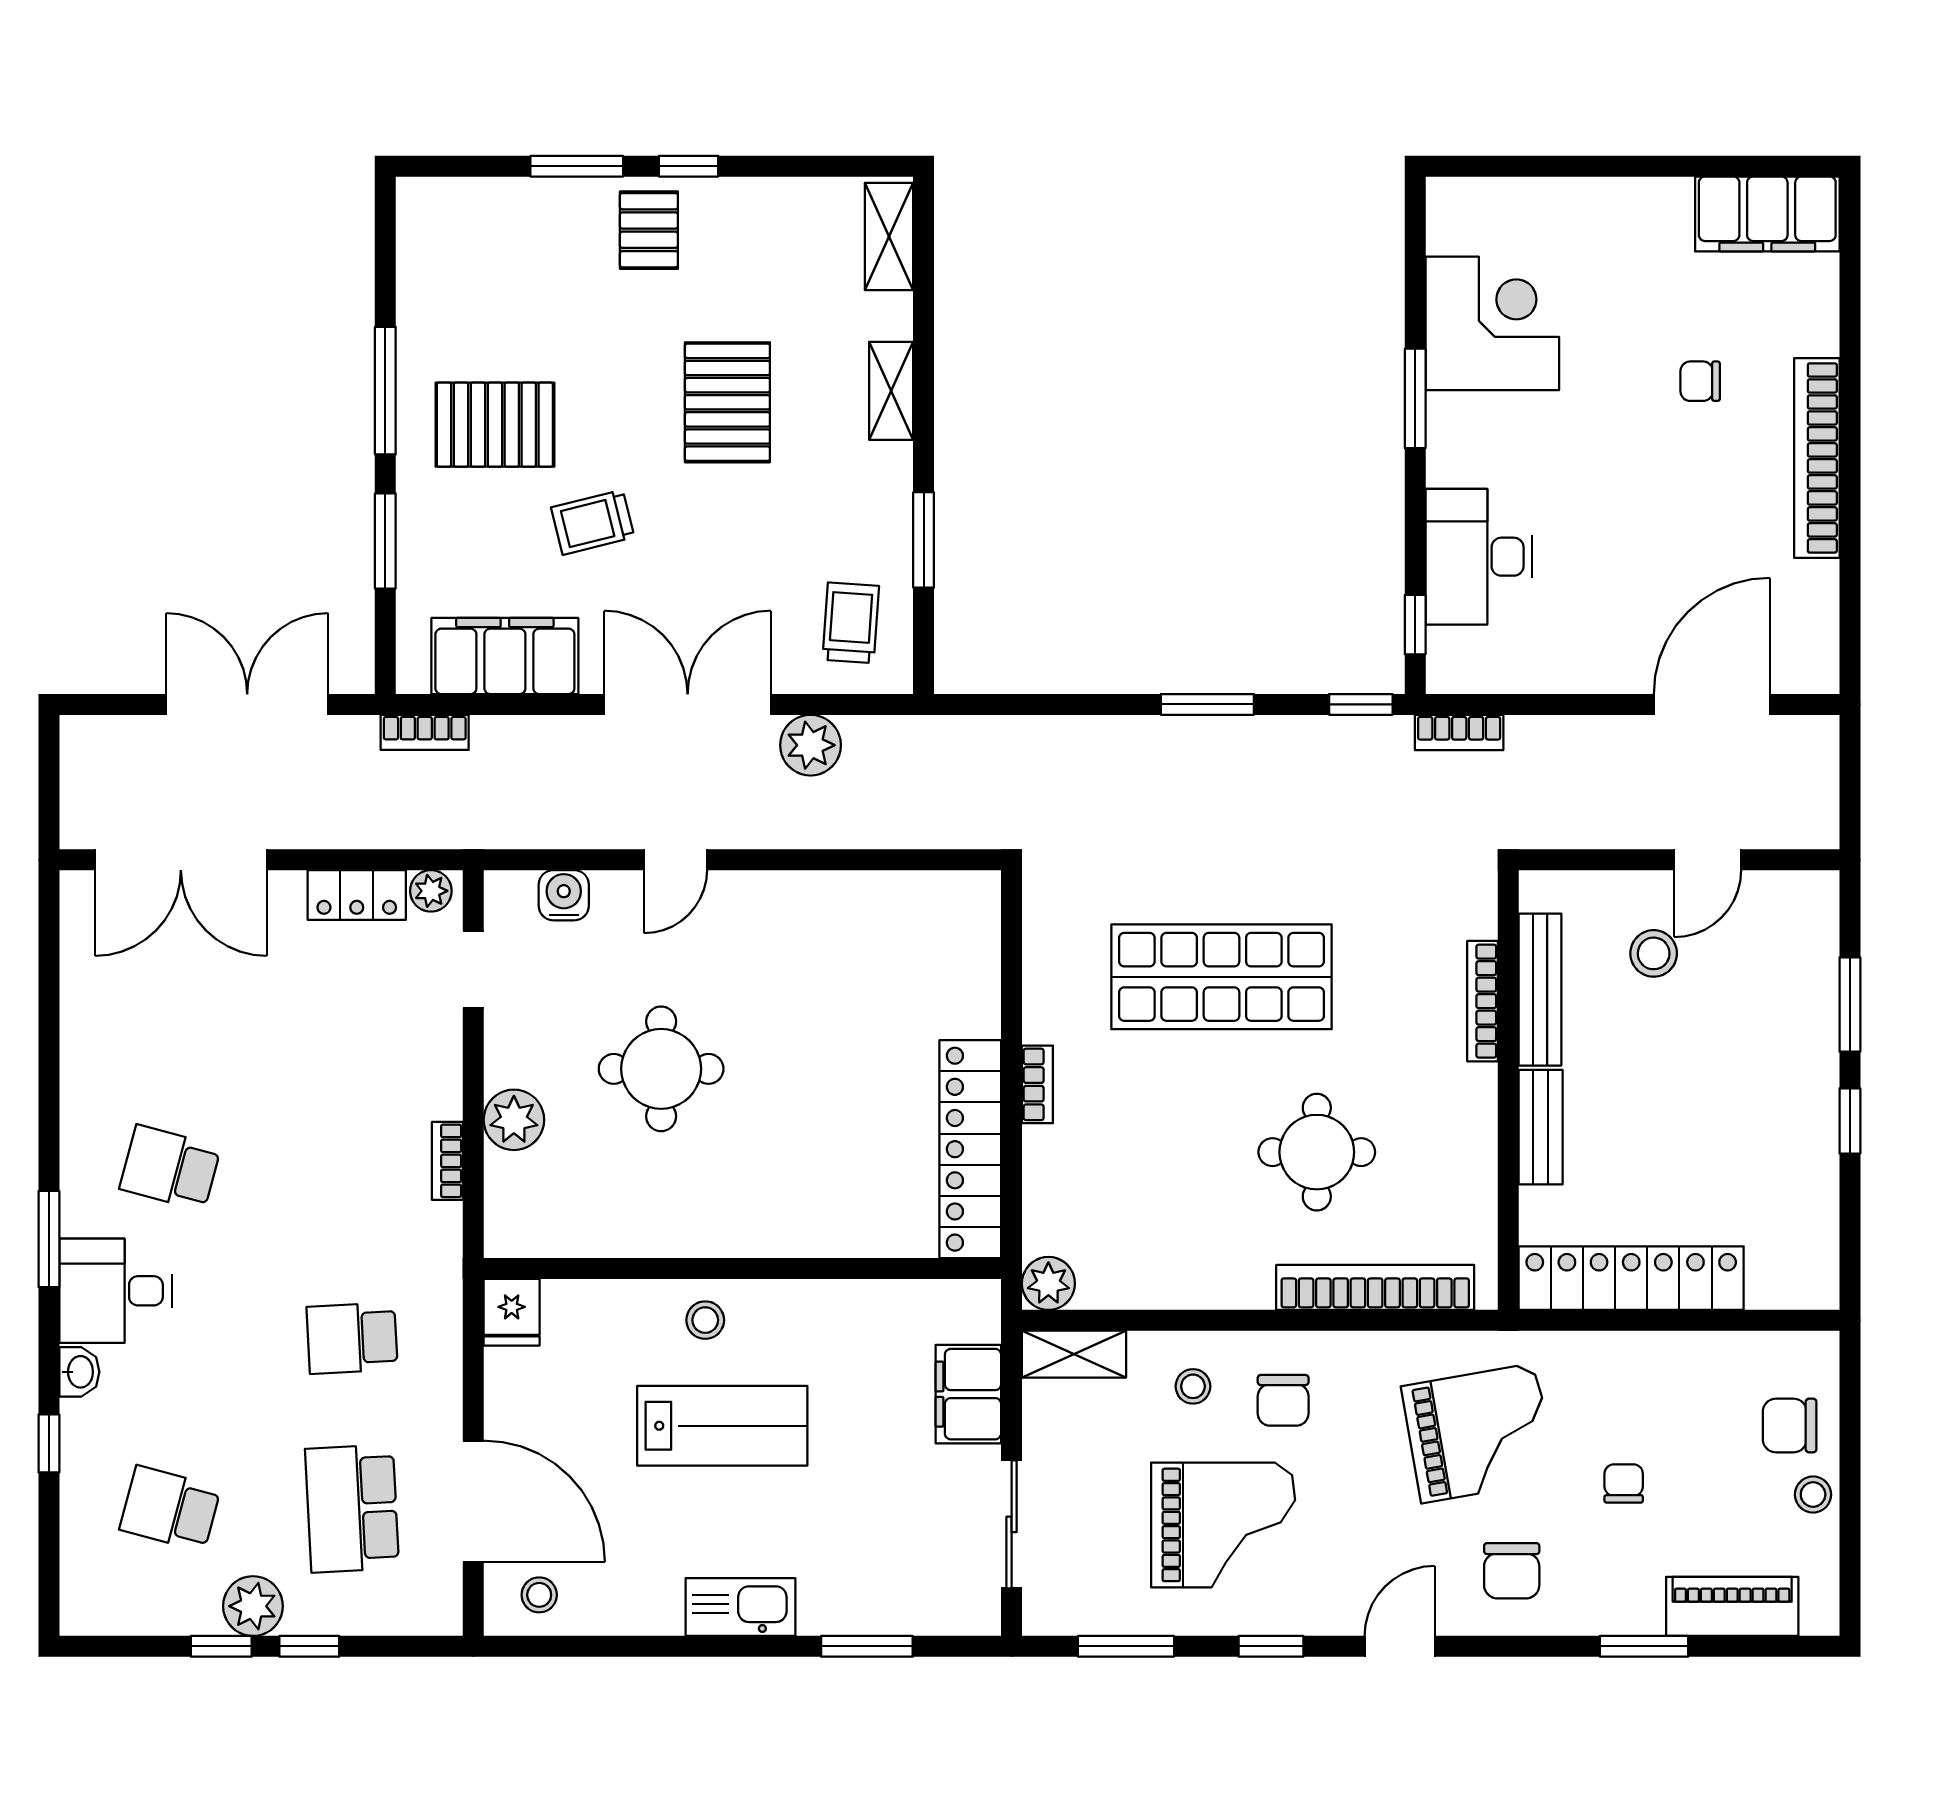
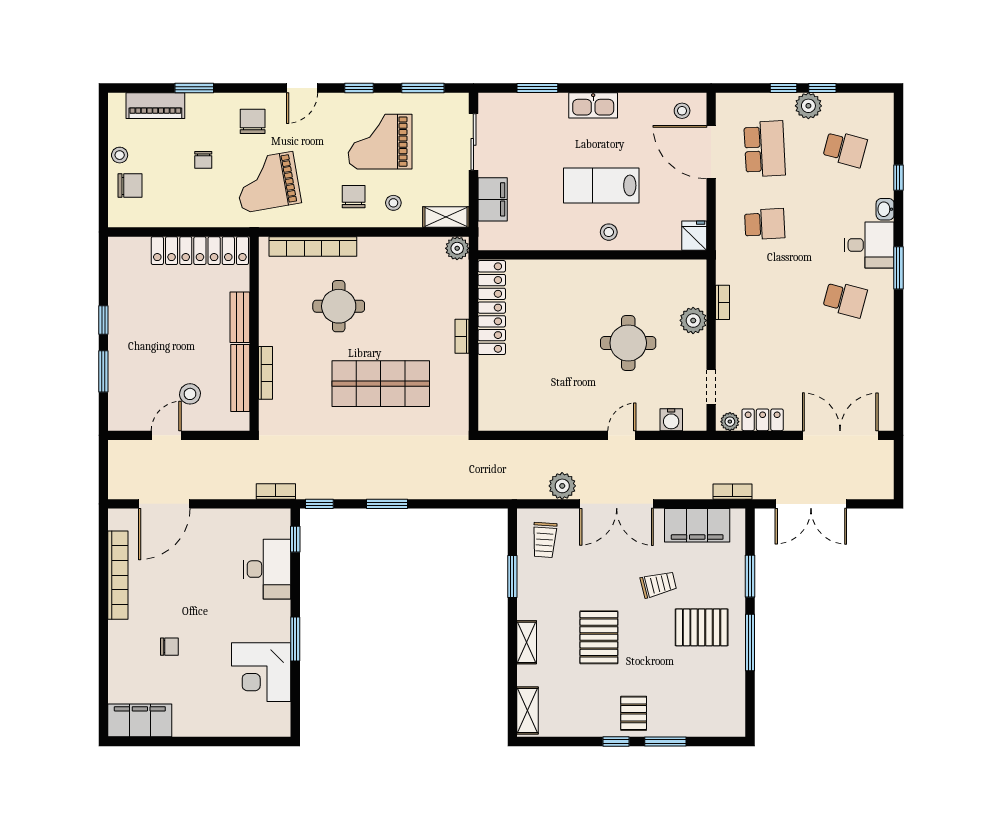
bookcase: (1817, 458) -> (118, 575), moved

